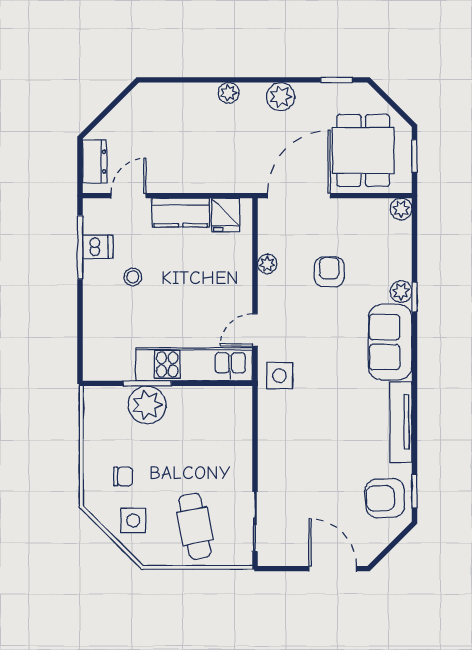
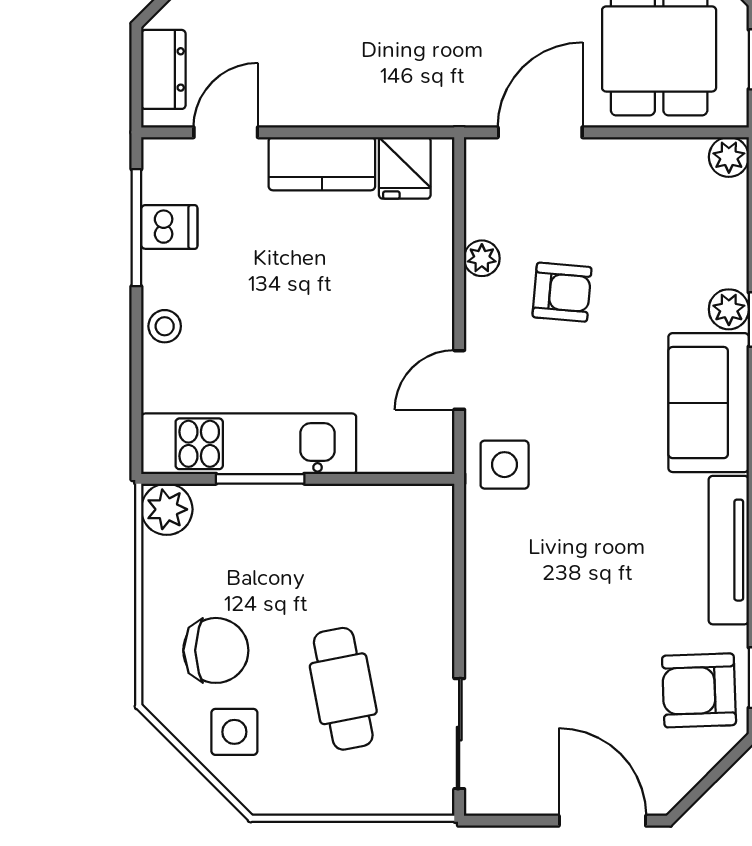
door: (299, 196) -> (540, 132), width x0.73
armchair: (329, 272) -> (562, 292), moved, turned 95
stool: (133, 277) -> (165, 326), moved
kitchen unit: (194, 364) -> (249, 444), moved
plant: (147, 405) -> (167, 509), moved, width x0.73, depth x0.73
chair: (123, 476) -> (216, 650), width x1.87, depth x1.87
cafe table: (195, 526) -> (343, 689), moved

